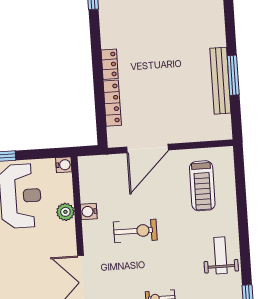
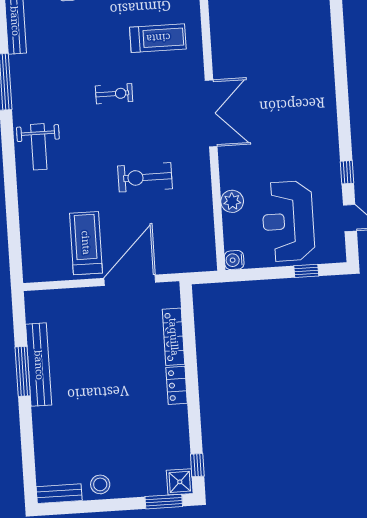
treadmill: (202, 186) -> (86, 243), moved
water cooler: (89, 212) -> (203, 202), removed

